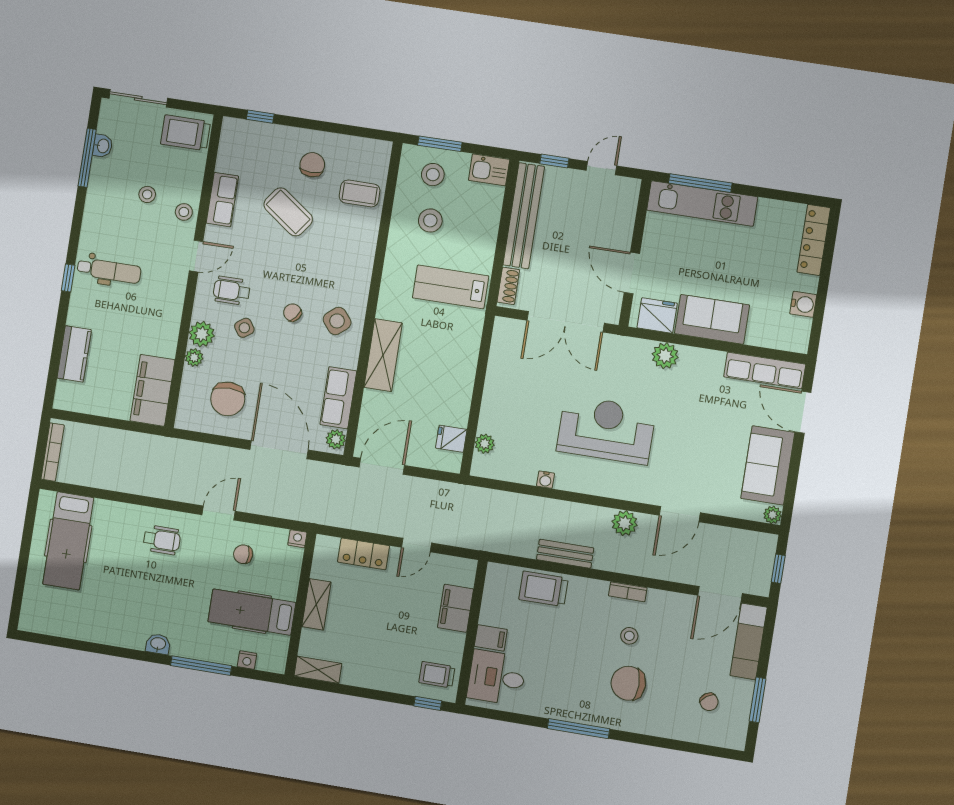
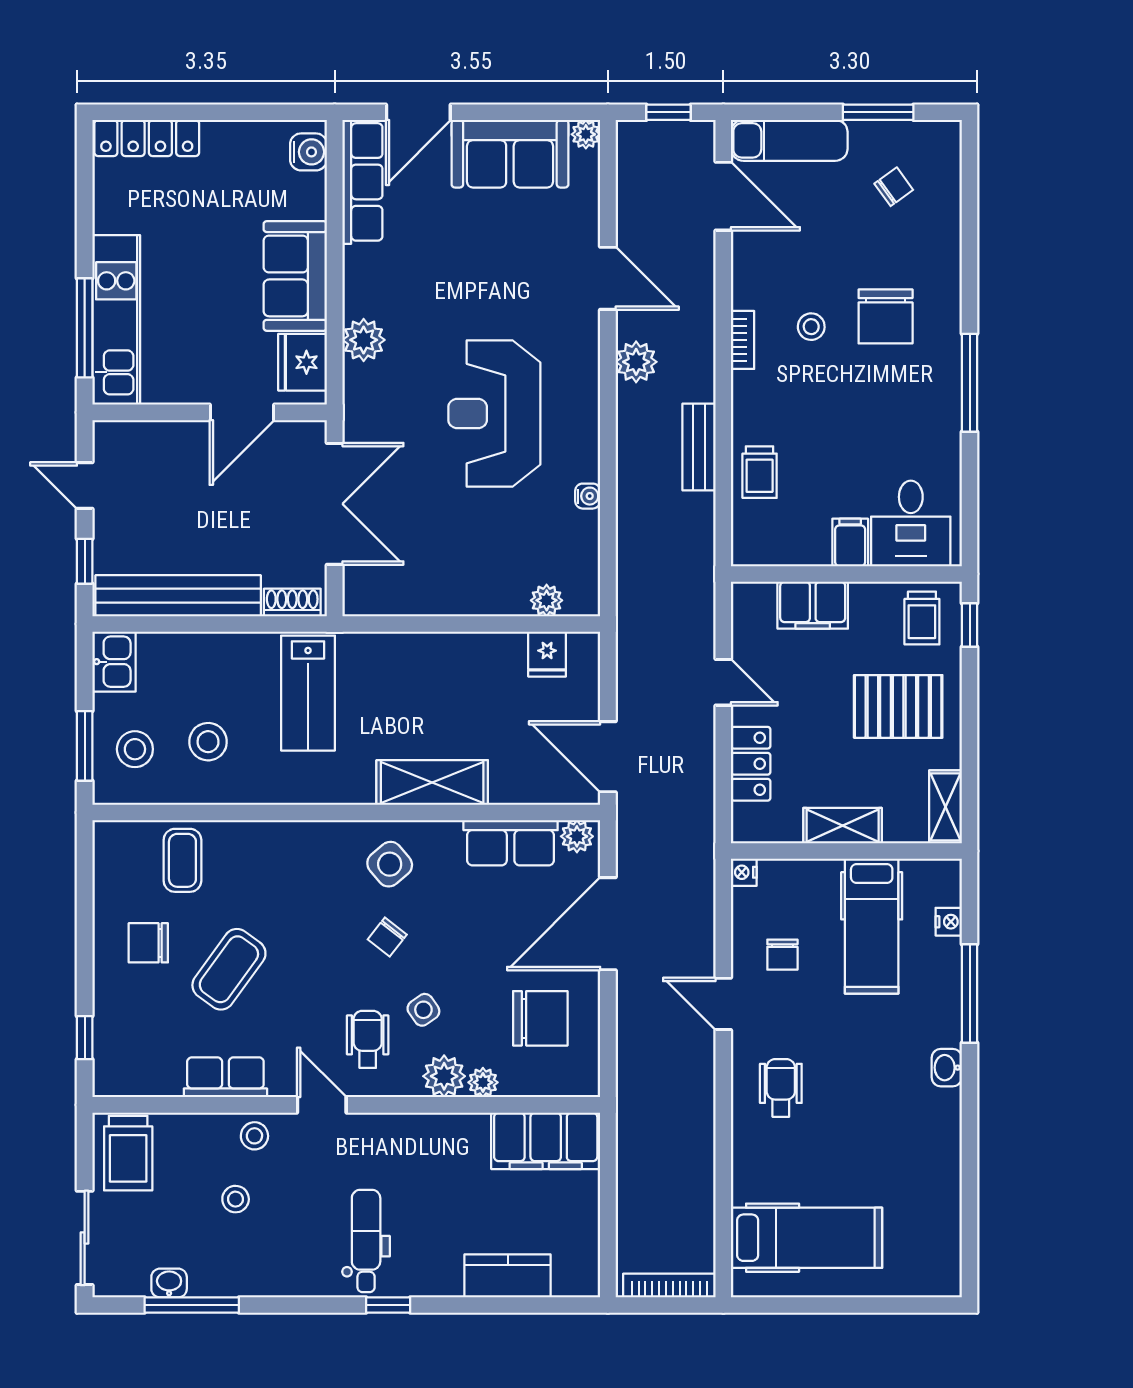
wheelchair: (232, 291) -> (368, 1039), turned 180
water cooler: (803, 304) -> (309, 152), moved, turned 90
trolley: (543, 589) -> (760, 472), width x0.73, depth x0.72
pallet: (384, 651) -> (898, 706), added

